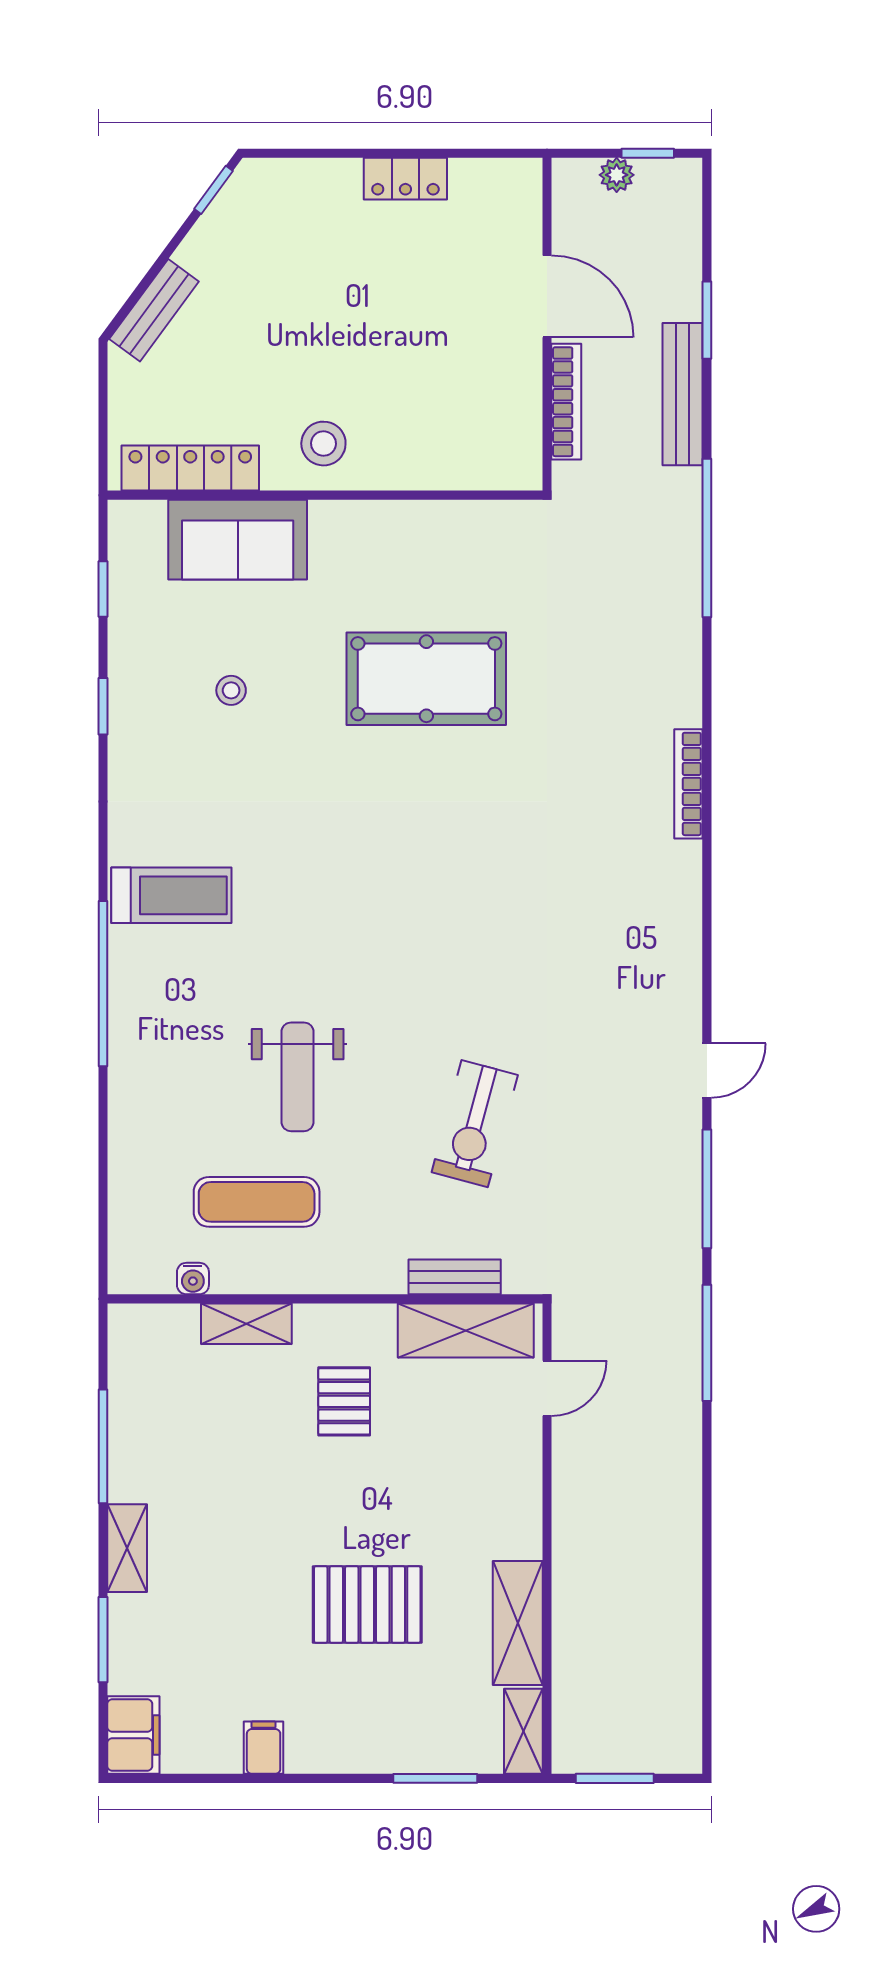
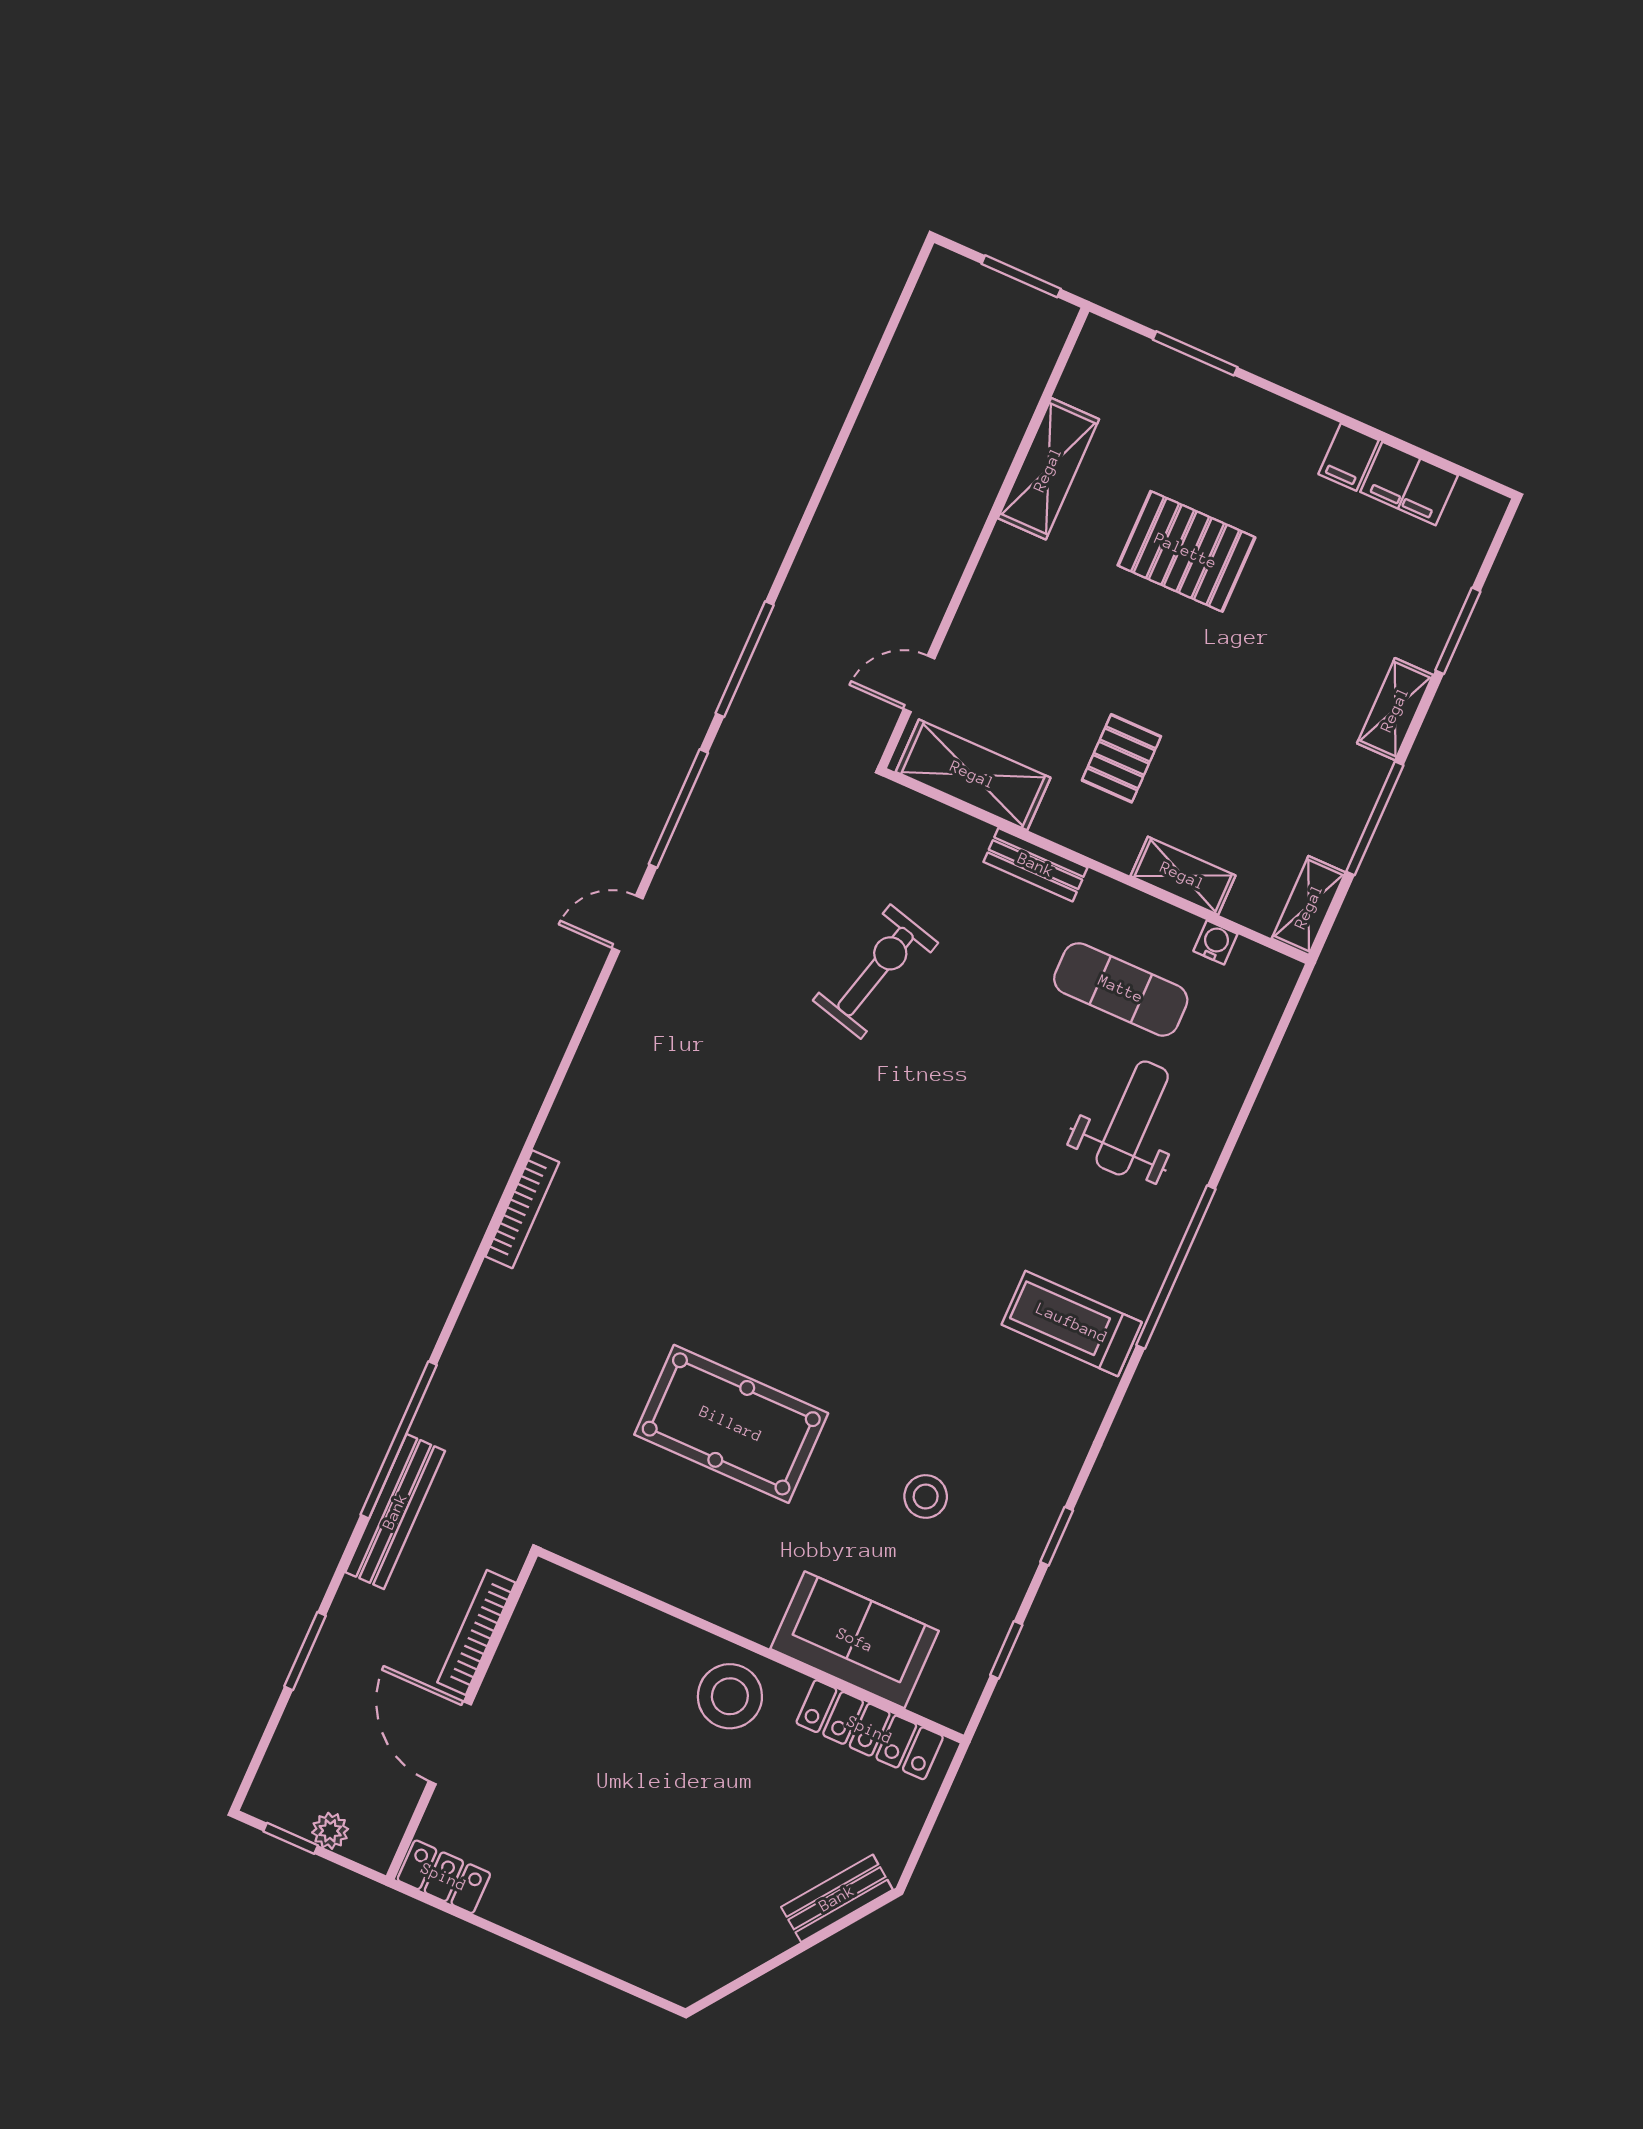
locker: (405, 179) -> (444, 1877), moved
window: (213, 190) -> (728, 1990), removed
bench: (682, 394) -> (395, 1511), moved
stool: (323, 444) -> (730, 1696), width x1.38, depth x1.38
stool: (231, 690) -> (926, 1497), width x1.37, depth x1.37
weight bench: (298, 1077) -> (1132, 1118), moved
bench: (455, 1277) -> (1036, 865), moved
shelving: (523, 1731) -> (1309, 906), moved
filing cabinet: (133, 1735) -> (1409, 484), moved, turned -90

